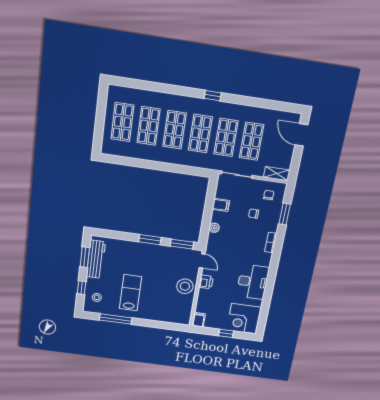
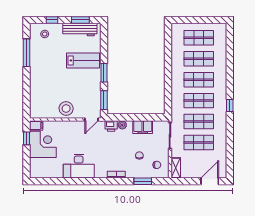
filing cabinet: (221, 205) -> (143, 127), width x2.00
printer: (206, 282) -> (111, 126), moved
lab bench: (130, 293) -> (83, 60), moved
corner desk: (244, 319) -> (43, 144), moved, turned 90
window: (226, 333) -> (26, 138), moved

